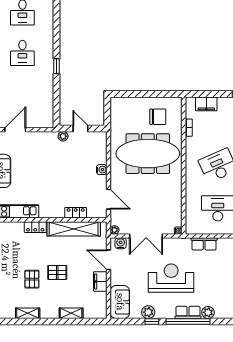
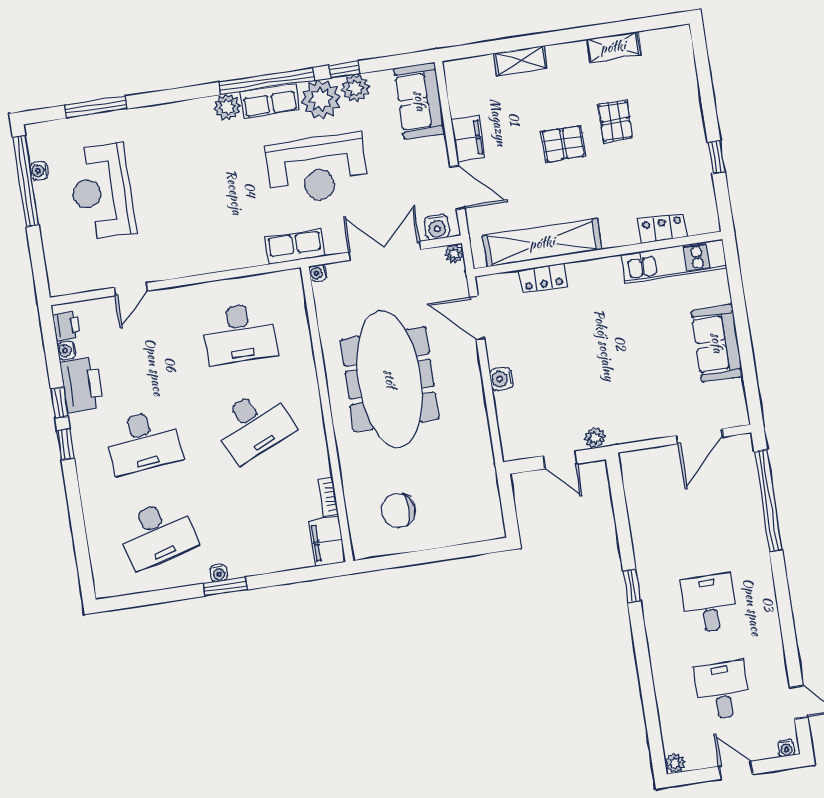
filing cabinet: (206, 104) -> (327, 542), moved, turned -90
meeting table: (148, 154) -> (390, 379), moved, turned 90
locker: (35, 227) -> (663, 228), moved
row of seats: (204, 244) -> (295, 247), moved
plant: (165, 310) -> (321, 99), added

